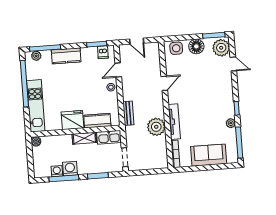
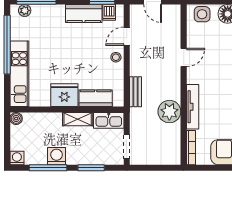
kitchen counter: (66, 56) -> (84, 13), moved
washing machine: (57, 171) -> (17, 158), moved

